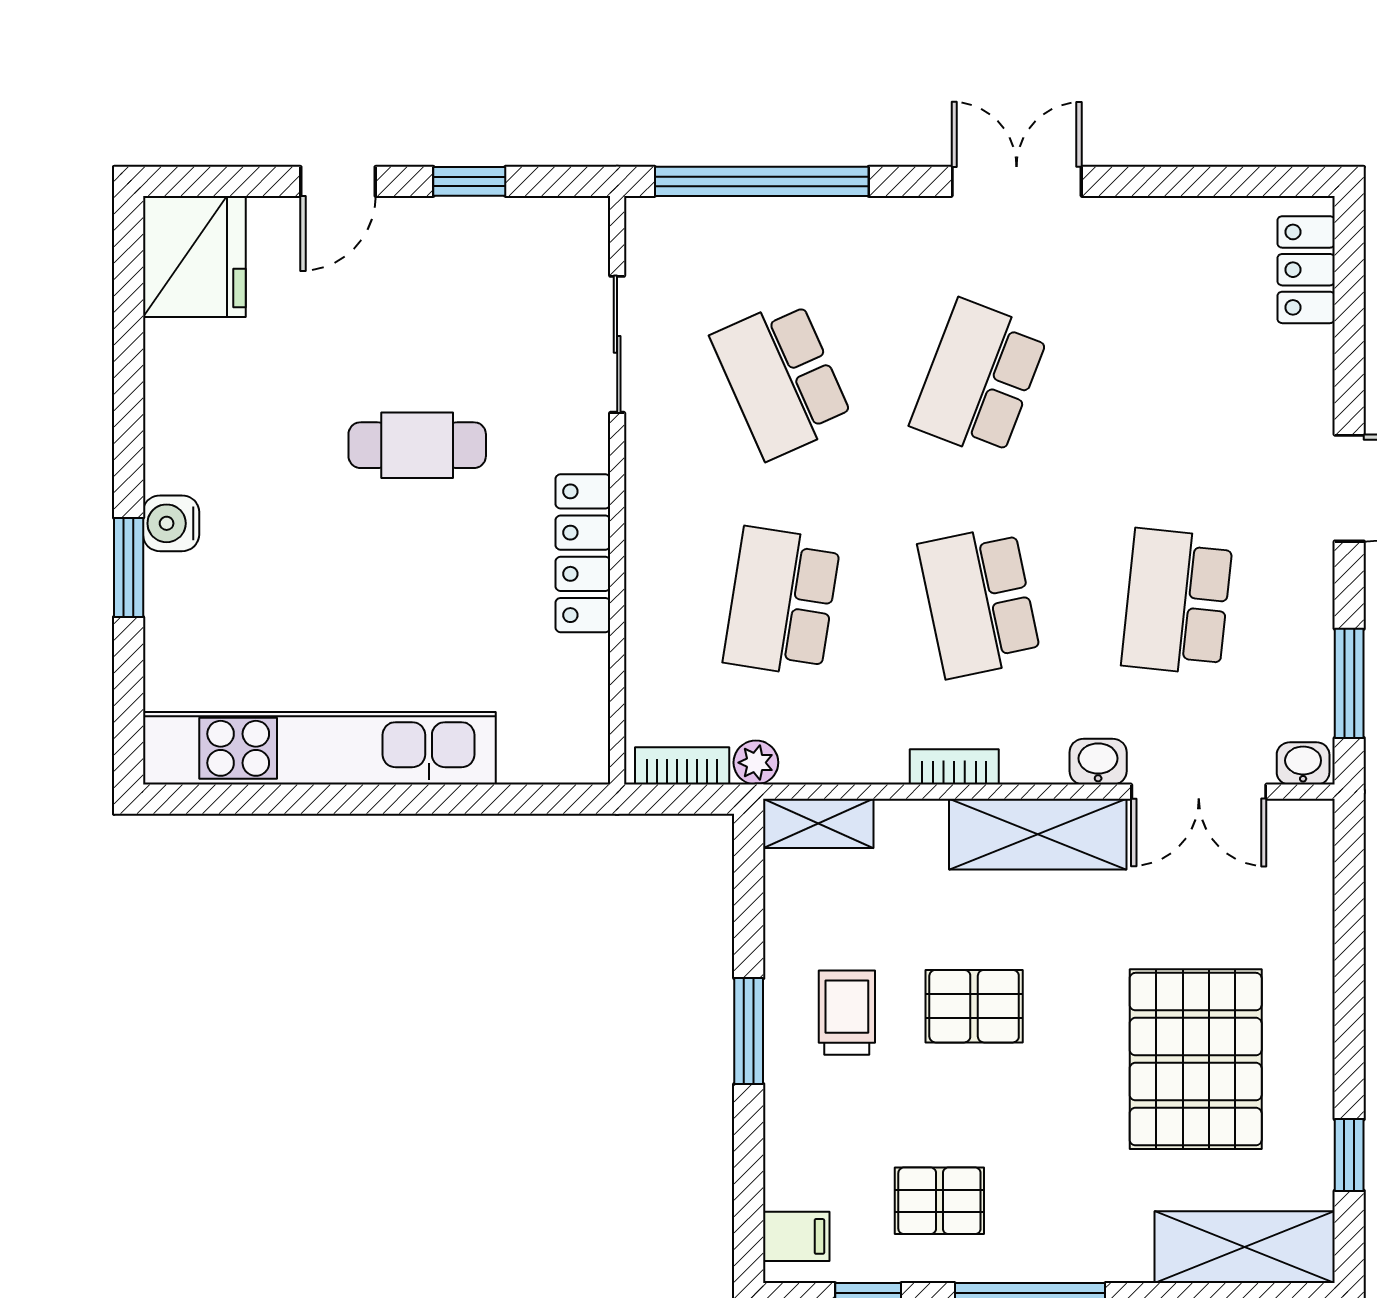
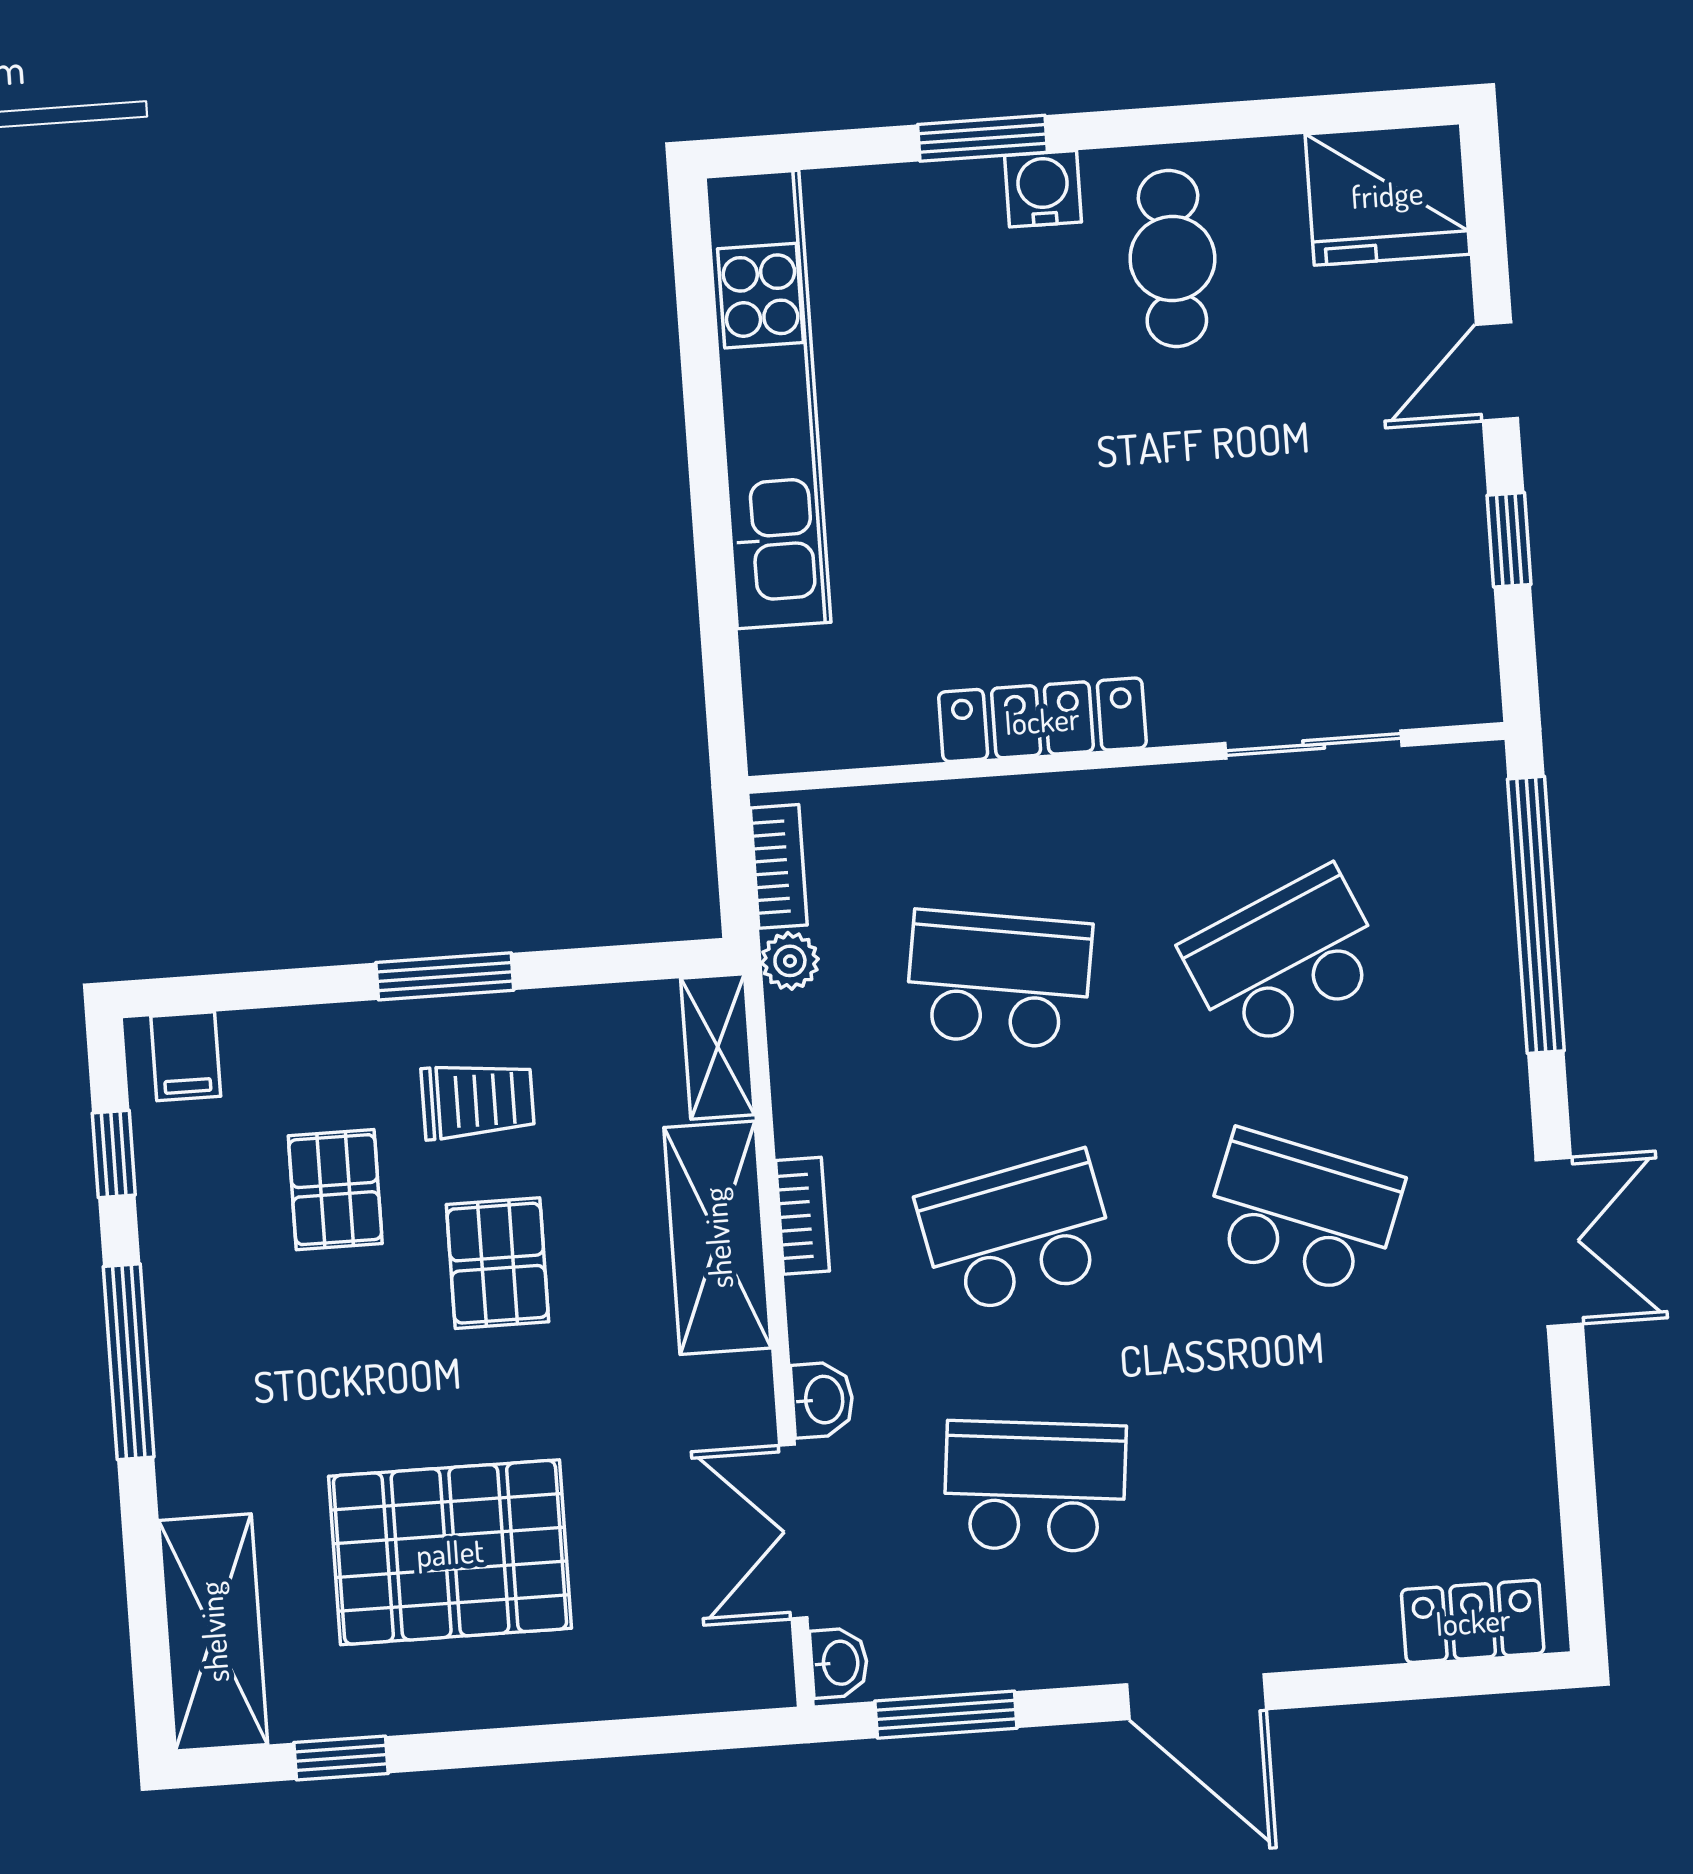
door: (338, 181) -> (1497, 371), hinge flipped
cafe table: (417, 445) -> (1172, 258), moved
shelving: (1038, 834) -> (717, 1238), moved
pallet: (939, 1201) -> (335, 1190), moved

